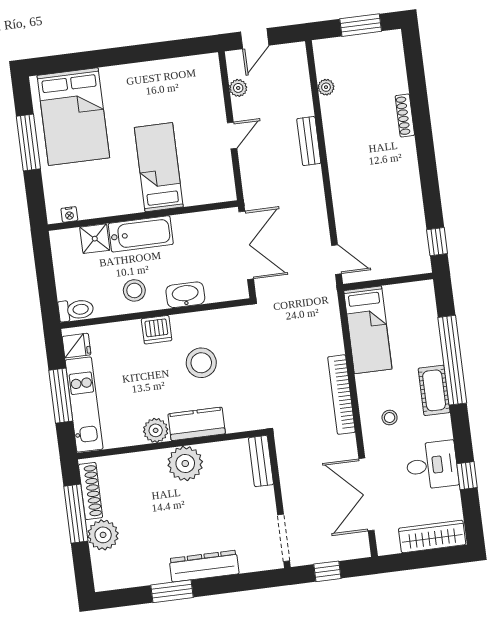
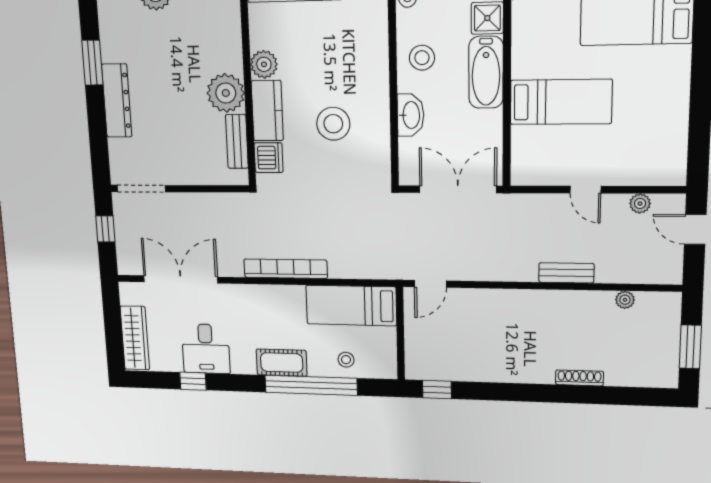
double door: (246, 245) -> (458, 189), swing flipped
dishwasher: (157, 330) -> (269, 158), moved, turned 180
stool: (390, 418) -> (346, 360), moved
bench: (261, 461) -> (237, 141), moved, turned 90

